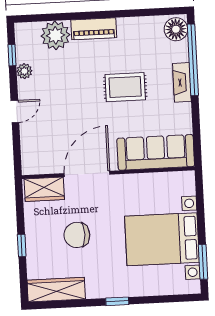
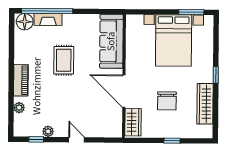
plant: (55, 35) -> (19, 108), width x0.53, depth x0.53
fireplace: (182, 82) -> (48, 20), moved
wardrobe: (56, 290) -> (205, 104), moved

